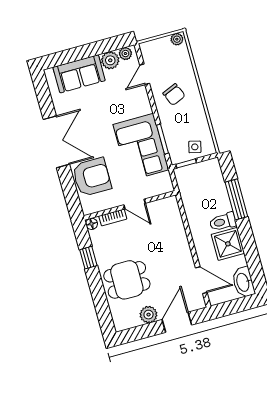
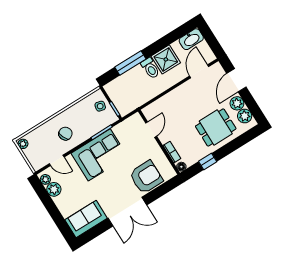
sofa: (79, 74) -> (86, 219), moved, turned -90
double door: (56, 142) -> (127, 212), swing flipped
corner sofa: (141, 147) -> (99, 155), moved
armchair: (92, 177) -> (146, 177), turned 90
door: (135, 204) -> (151, 130), moved
dining table: (127, 280) -> (216, 127), turned 90
plant: (130, 319) -> (245, 116), added
door: (177, 322) -> (236, 80), hinge flipped

